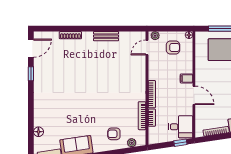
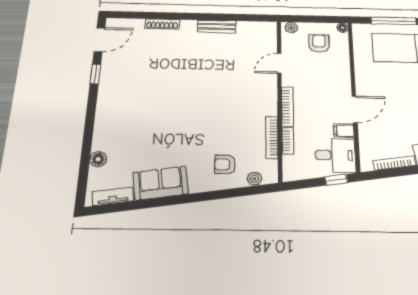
door: (147, 47) -> (279, 63), moved
armchair: (173, 47) -> (319, 43), turned -90
filing cabinet: (186, 78) -> (344, 131), moved
door: (194, 95) -> (355, 109), hinge flipped

